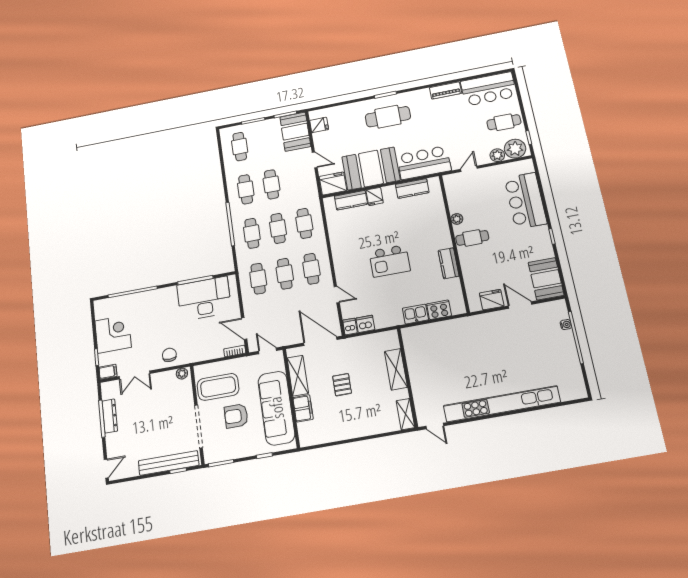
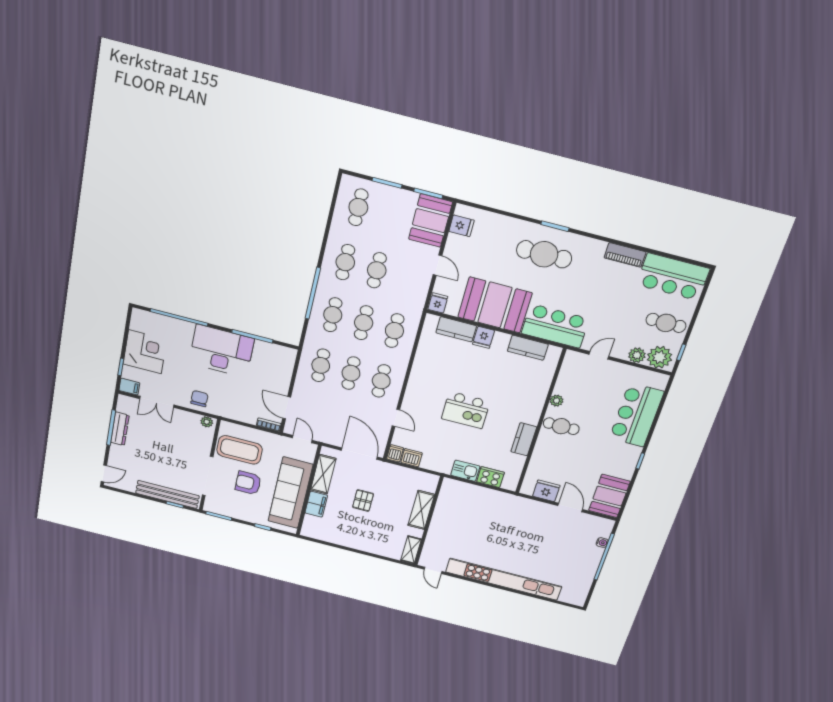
fridge: (333, 184) -> (438, 303), width x0.53, depth x0.75
desk: (204, 299) -> (221, 351), moved

